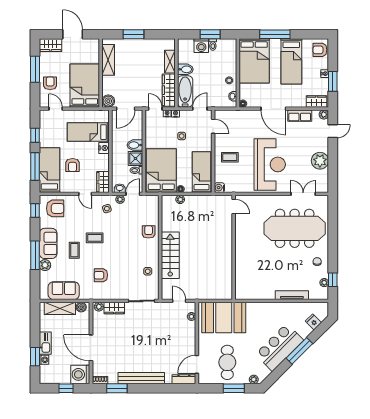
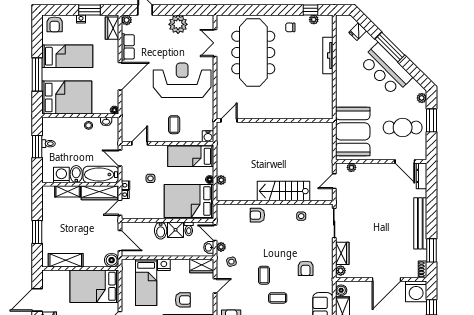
washing machine: (201, 46) -> (61, 175), moved, turned -90

